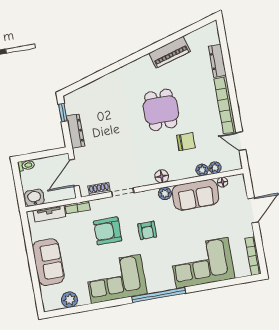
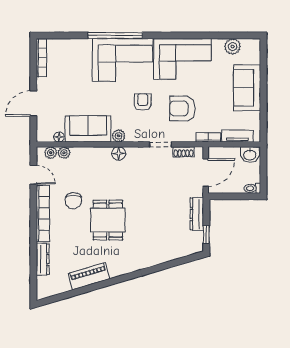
chair: (186, 142) -> (73, 201), moved, turned -90
plant: (202, 170) -> (51, 153), moved
armchair: (108, 231) -> (182, 108), turned 180
corner sofa: (202, 263) -> (123, 60), moved
window: (159, 295) -> (115, 35), moved

